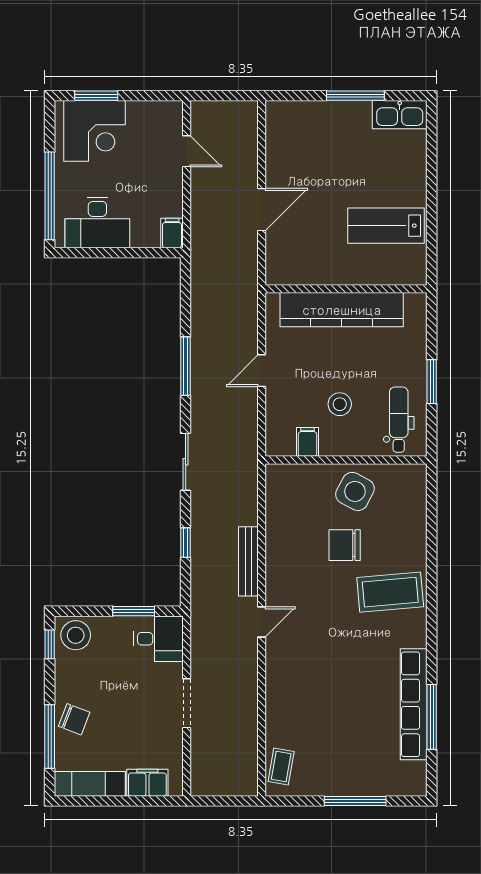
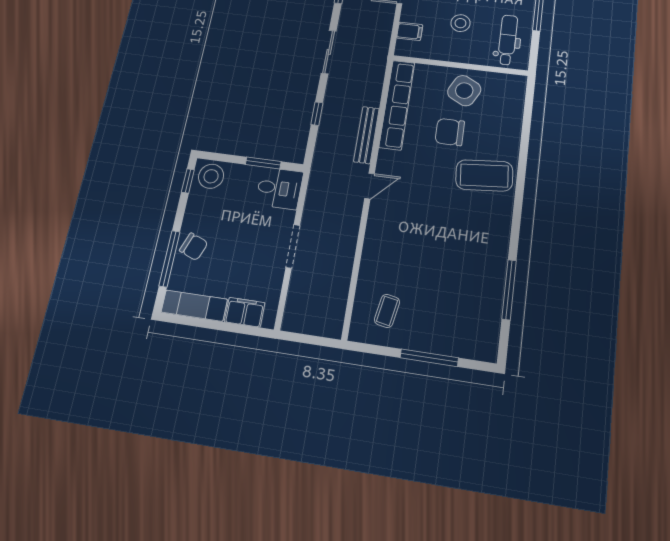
filing cabinet: (307, 442) -> (410, 31), moved, turned 90
row of seats: (414, 704) -> (397, 105), moved, turned 180
coffee table: (281, 766) -> (387, 311), moved

